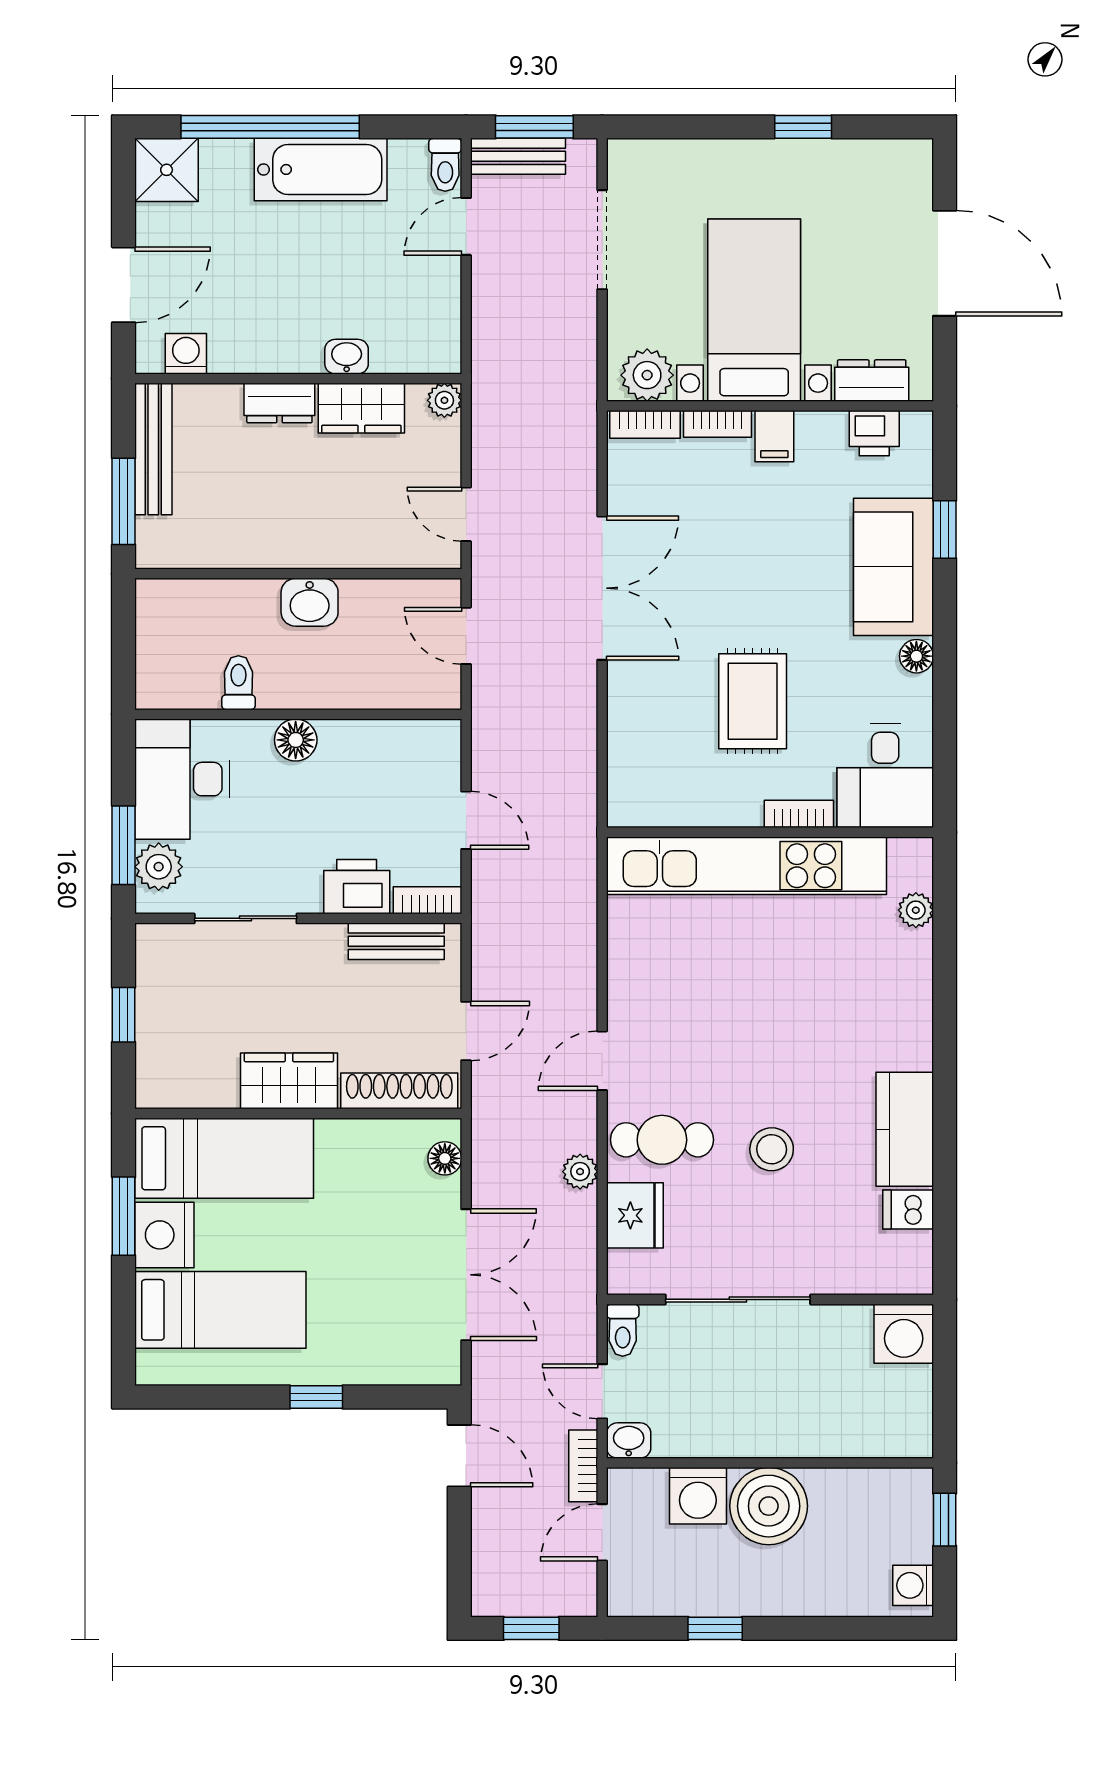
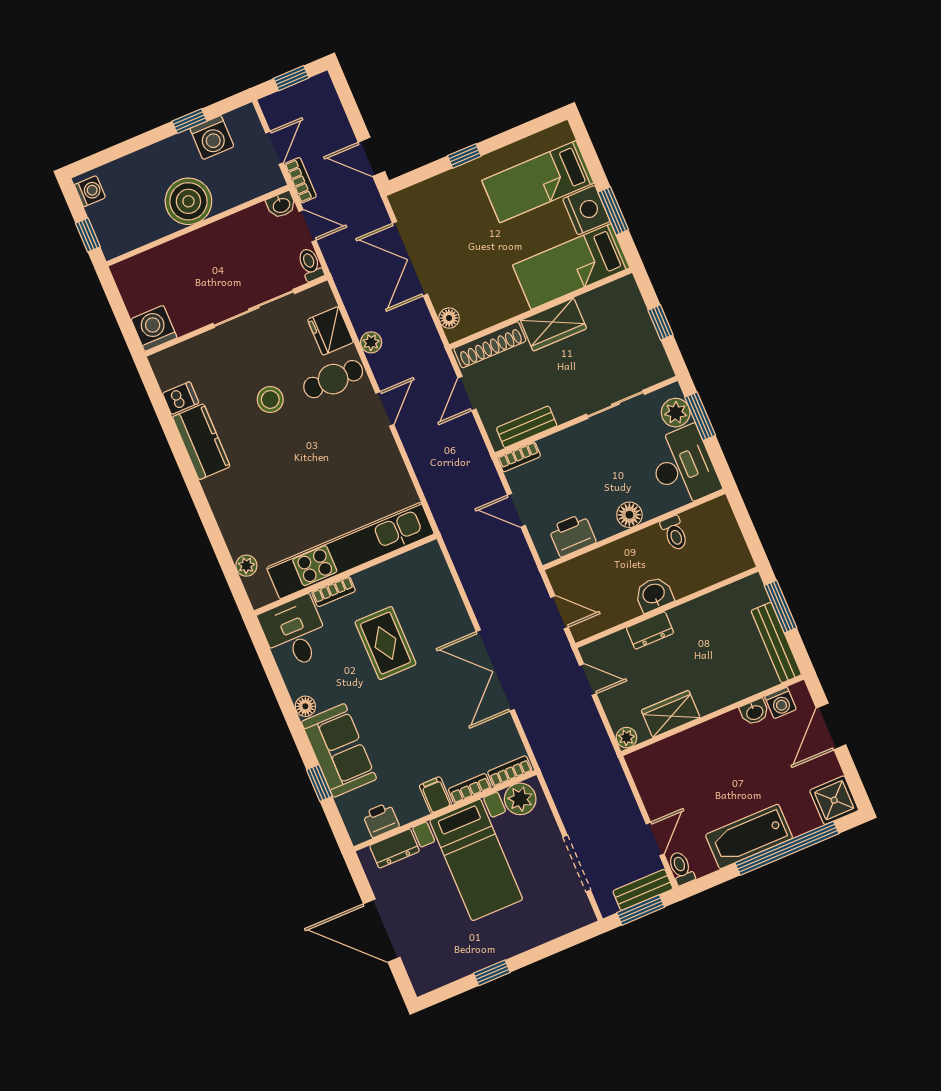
washbasin: (347, 357) -> (755, 712), moved
dresser: (279, 403) -> (650, 630), moved, turned 180
printer: (357, 887) -> (572, 535), moved, turned 180
washing machine: (698, 1496) -> (212, 138), moved, turned 180

